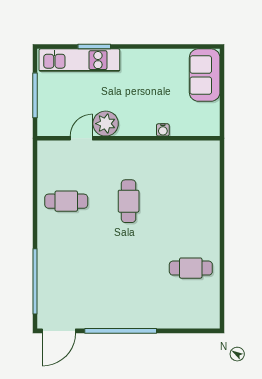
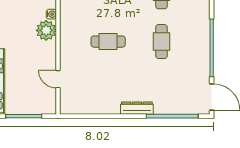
plant: (106, 124) -> (46, 30), moved
cafe table: (66, 201) -> (161, 42), moved
dresser: (45, 237) -> (137, 108), added

